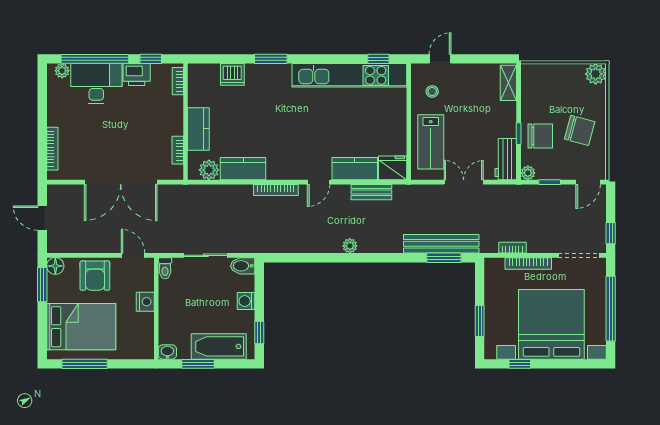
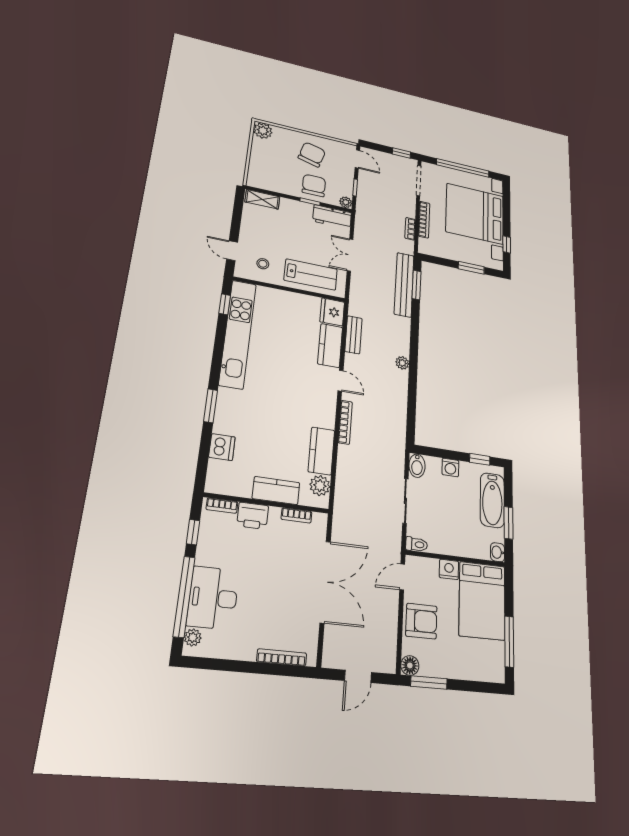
printer: (137, 75) -> (253, 516), moved, turned 90
bed: (81, 327) -> (482, 601), moved, turned 180

